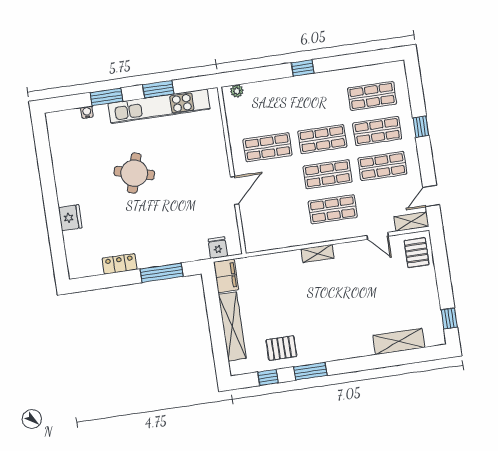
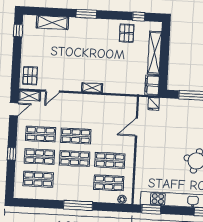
window: (303, 68) -> (78, 205), width x2.17
window: (158, 89) -> (151, 209), moved
door: (235, 190) -> (136, 127), moved
shop shelf: (333, 209) -> (109, 183), moved
door: (378, 236) -> (52, 91), swing flipped
pallet: (281, 348) -> (127, 33), turned 90
window: (310, 371) -> (86, 14), moved

